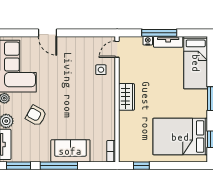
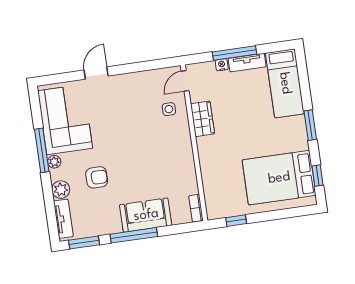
door: (47, 33) -> (96, 73), swing flipped
wardrobe: (126, 97) -> (203, 119), moved
armchair: (36, 116) -> (97, 177), turned 151

